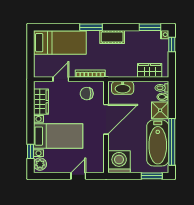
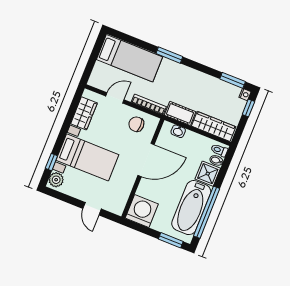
cot: (112, 37) -> (180, 113), moved
wardrobe: (150, 70) -> (214, 126), width x1.50
washbasin: (123, 88) -> (178, 131), width x0.52, depth x0.69
door: (78, 176) -> (92, 209), swing flipped

